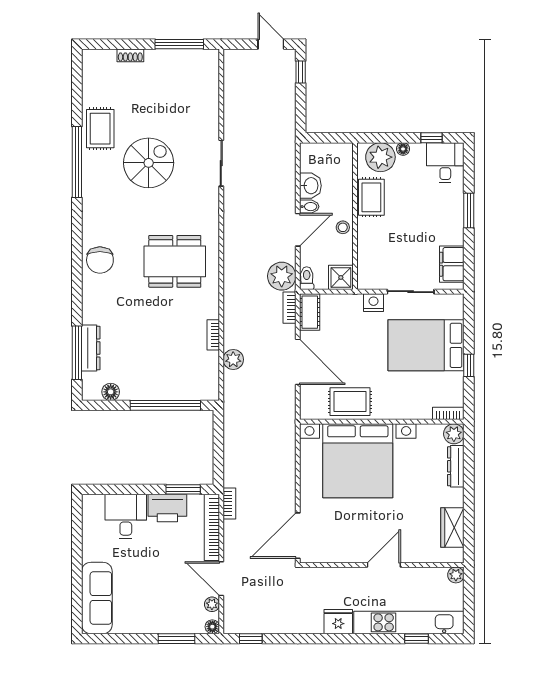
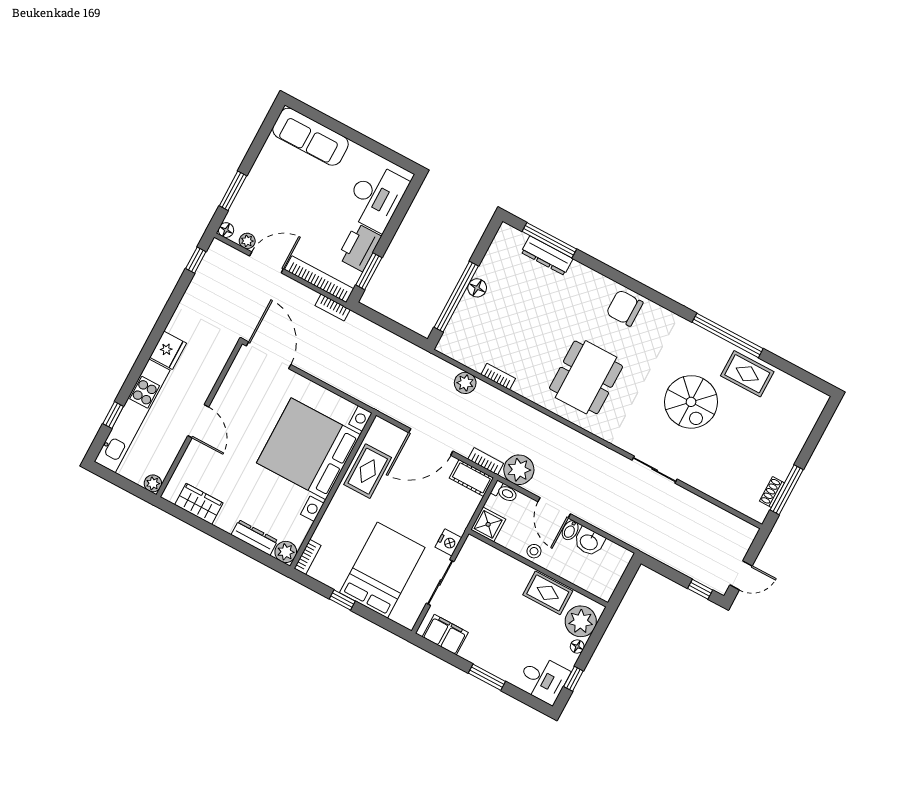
shoe rack: (130, 55) -> (772, 492), moved
floor lamp: (111, 392) -> (477, 288), moved
desk: (126, 517) -> (376, 197), width x1.37

